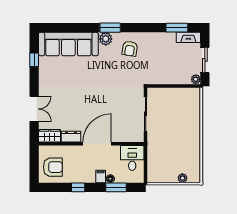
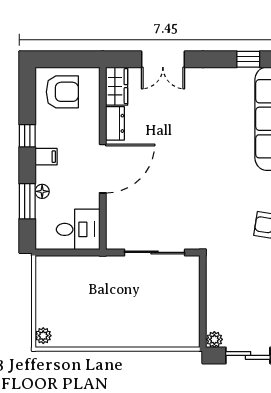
door: (97, 144) -> (103, 169), hinge flipped
armchair: (53, 167) -> (62, 92), turned -90
filing cabinet: (101, 176) -> (46, 157), moved
plant: (182, 178) -> (43, 336), moved

